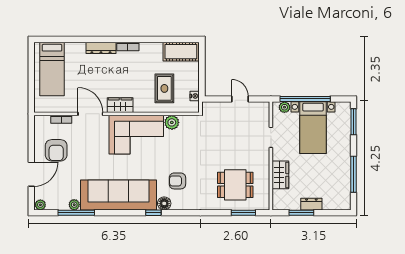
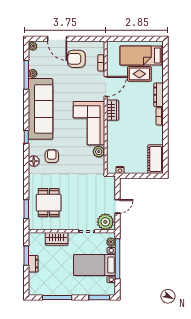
rug: (164, 88) -> (139, 74), moved
plant: (259, 114) -> (105, 222), added
floor lamp: (164, 203) -> (34, 161), moved

